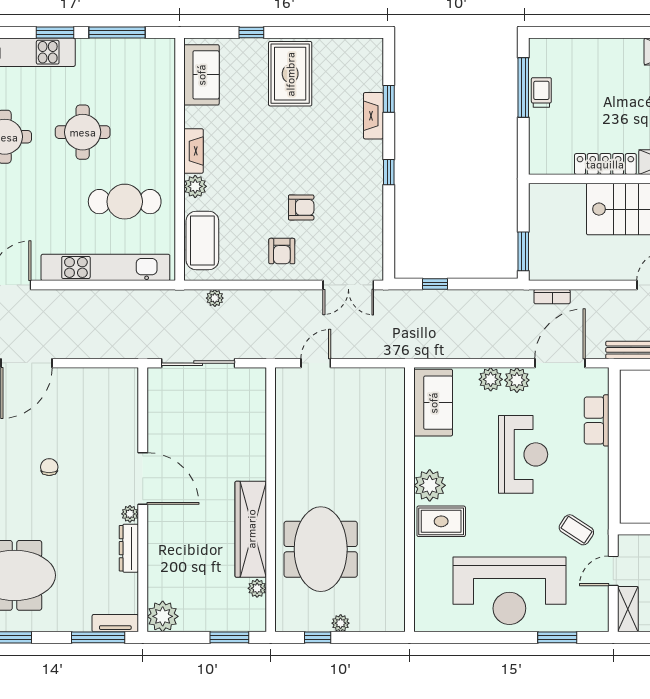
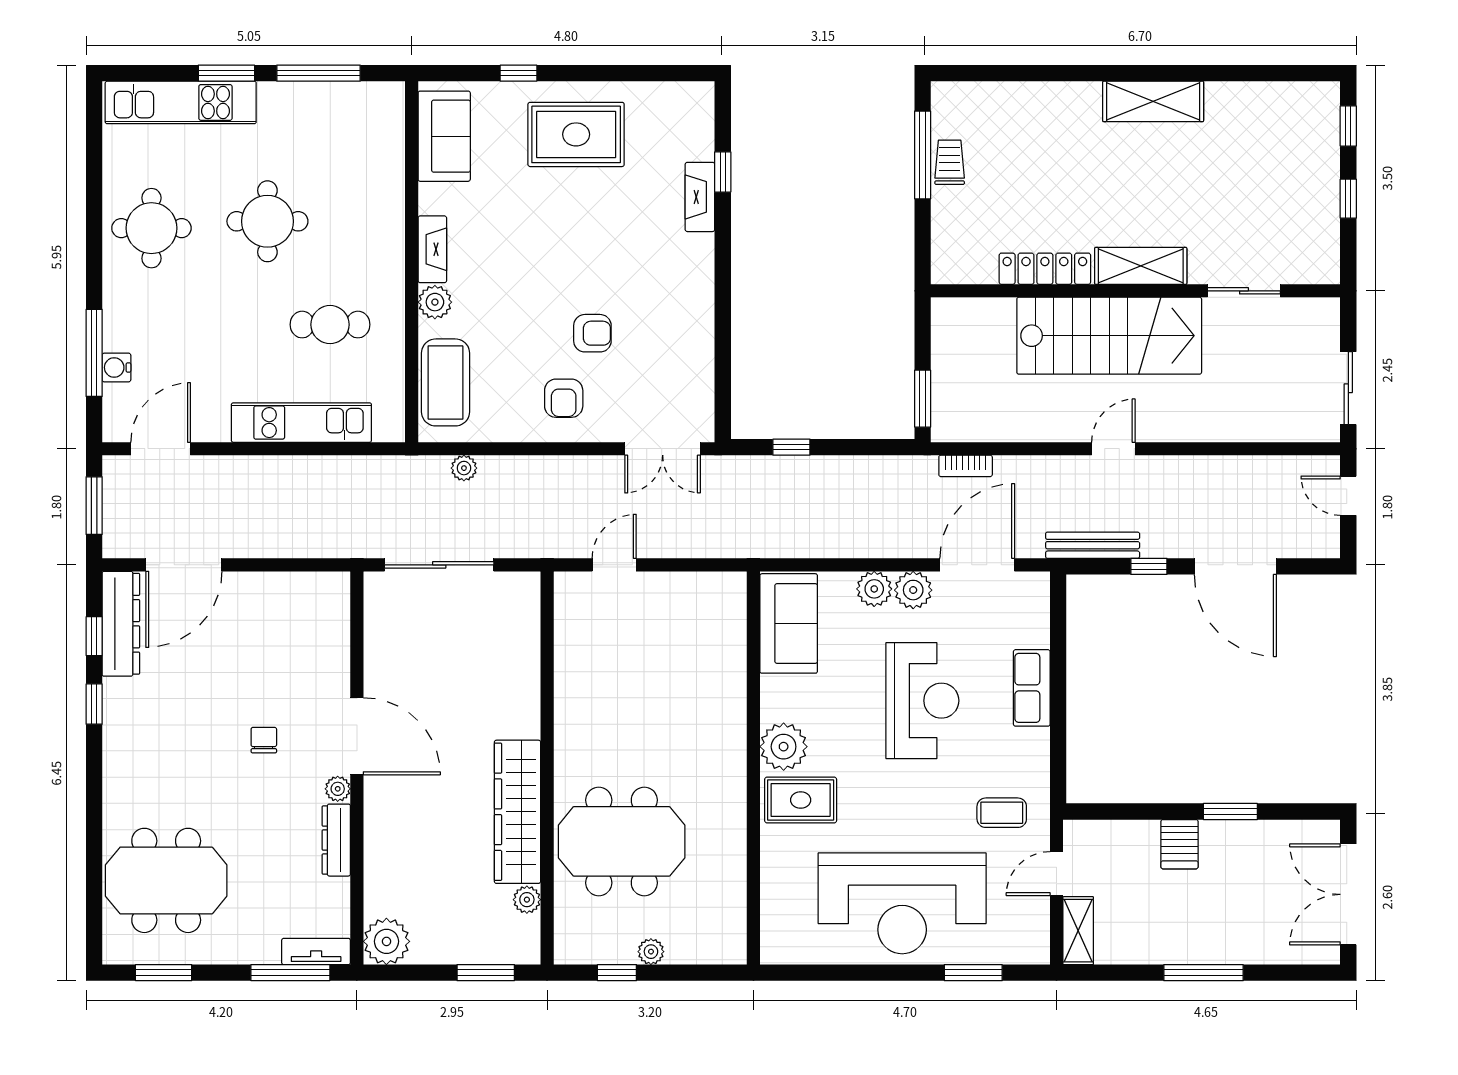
rug: (290, 74) -> (576, 134), turned 90
window: (389, 172) -> (723, 281), removed
cafe table: (125, 202) -> (330, 325), width x0.73, depth x0.74
kitchen unit: (105, 267) -> (301, 423), width x0.73
row of seats: (597, 420) -> (1032, 688), moved
chair: (49, 467) -> (264, 740), moved
coffee table: (576, 530) -> (1002, 813), turned -33
meeting table: (321, 549) -> (622, 841), turned 90

